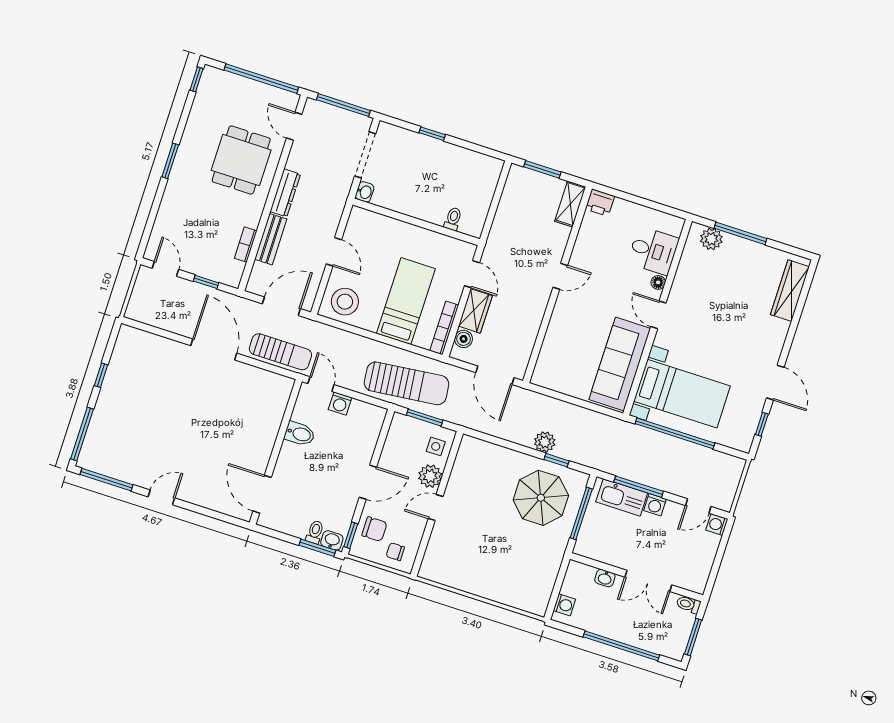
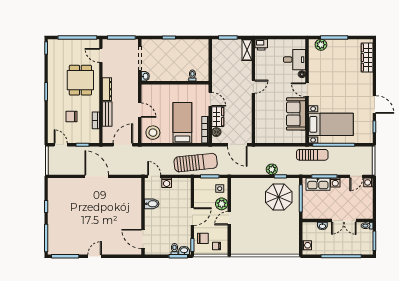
chair: (203, 222) -> (71, 116), added
sun lounger: (280, 352) -> (312, 155), moved
sofa: (620, 364) -> (296, 114), width x0.73

